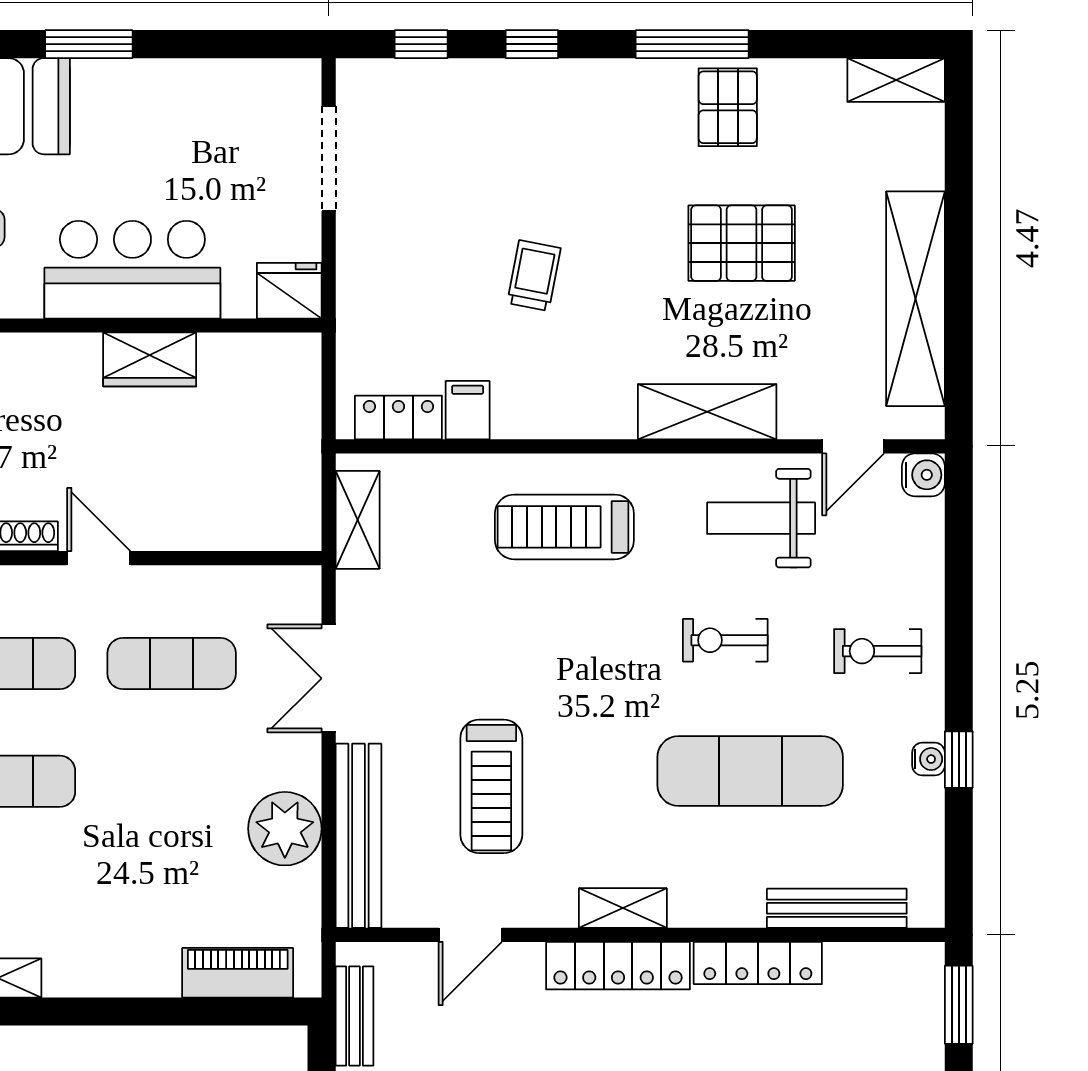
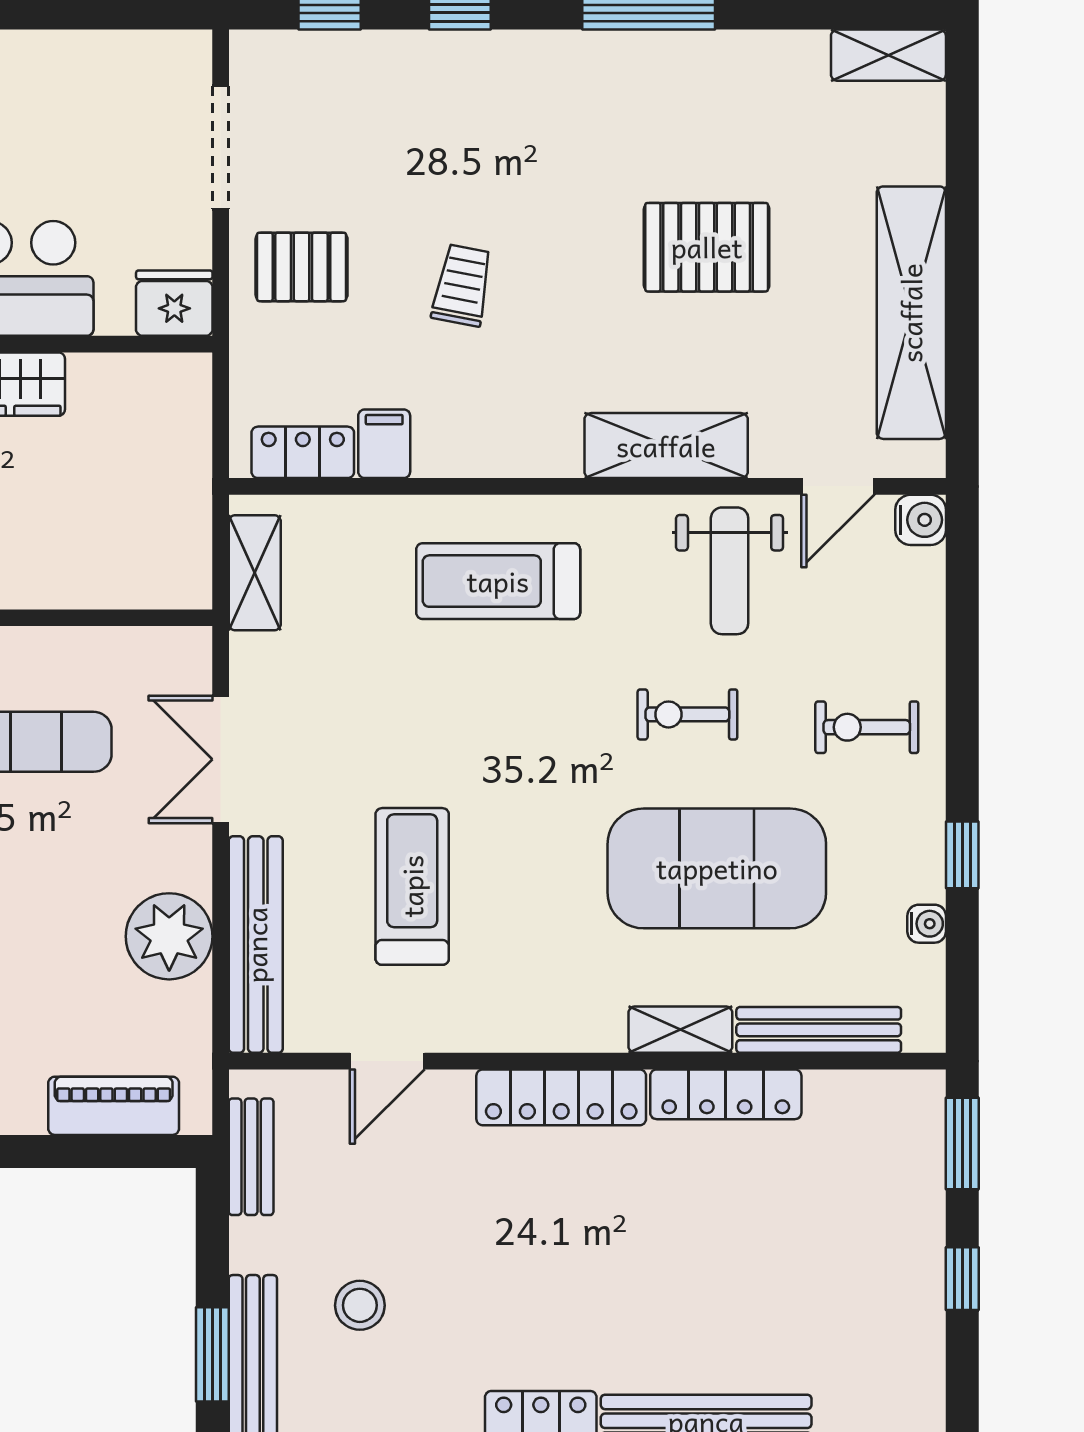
pallet: (728, 107) -> (302, 267), moved, turned 90
weight bench: (761, 518) -> (730, 571), turned -90
water cooler: (928, 759) -> (927, 924), moved
exercise mat: (750, 771) -> (717, 868), width x1.47
treadmill: (491, 786) -> (412, 886), turned 180
shelving: (623, 908) -> (680, 1030), moved

